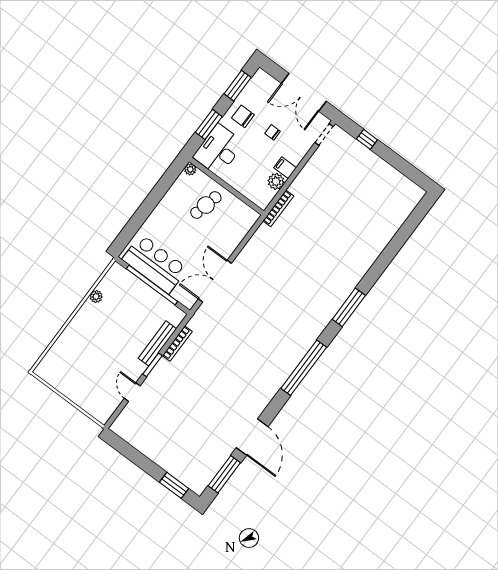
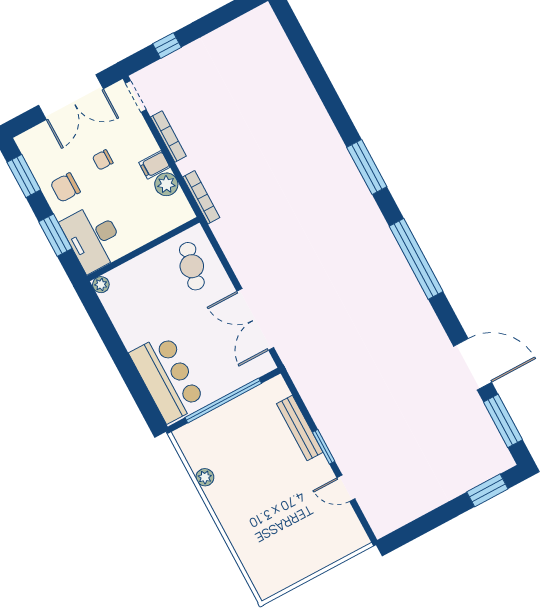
cafe table: (206, 205) -> (192, 266), moved
bar counter: (155, 264) -> (167, 378), moved, turned 90
bookcase: (177, 343) -> (168, 137), moved

